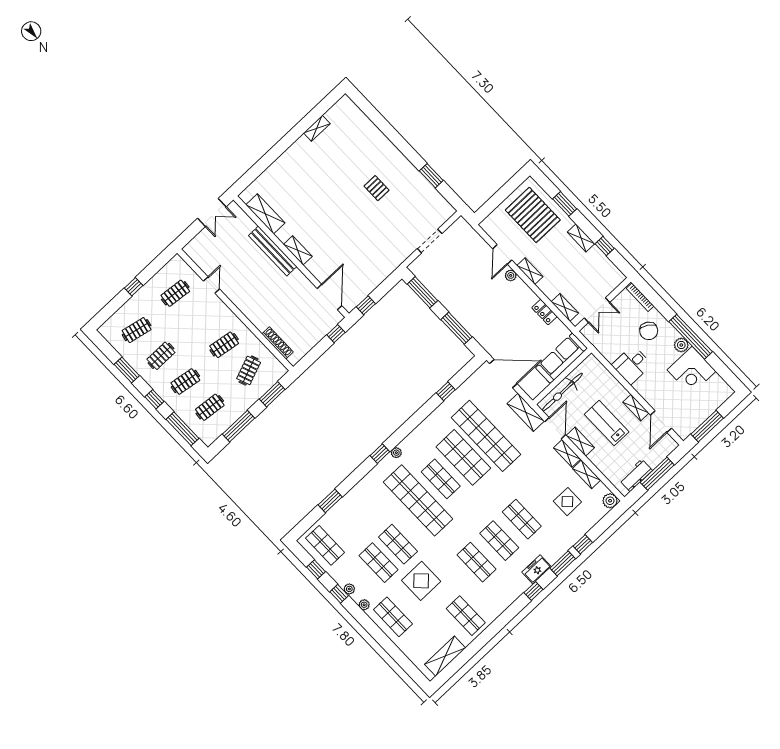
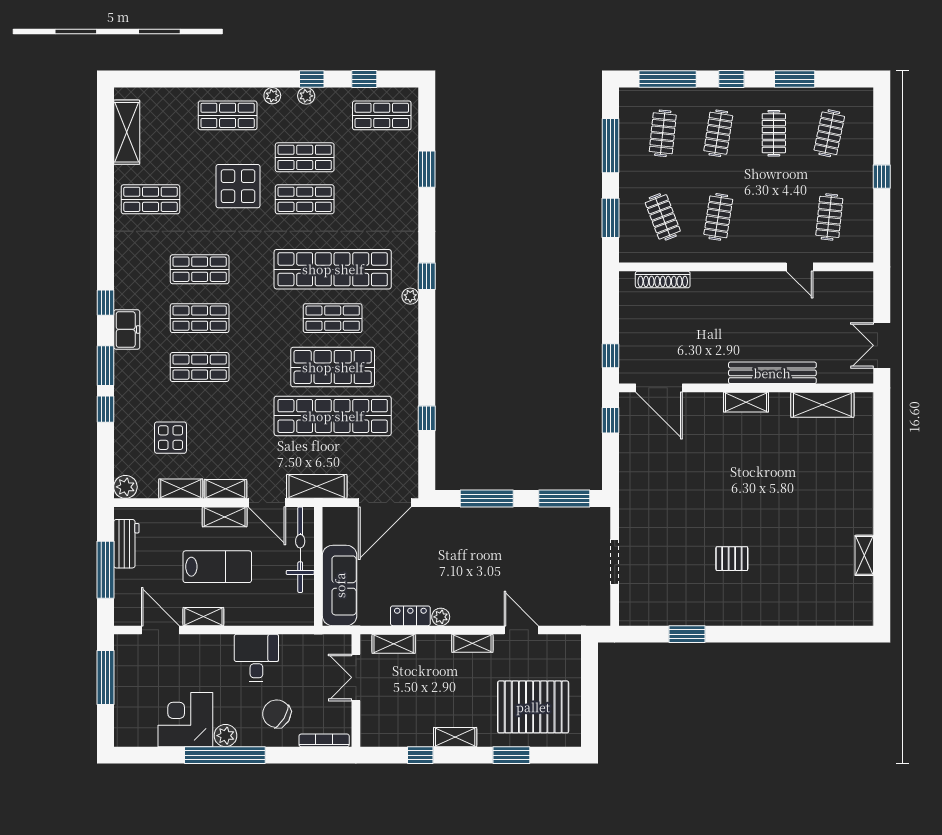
plant: (511, 275) -> (441, 617), moved

